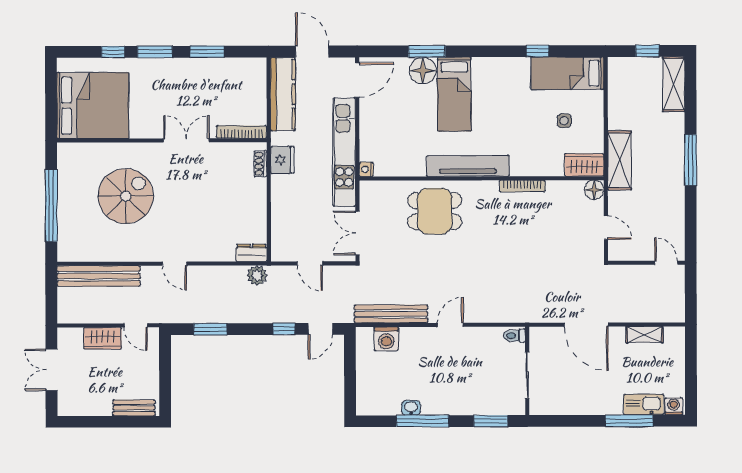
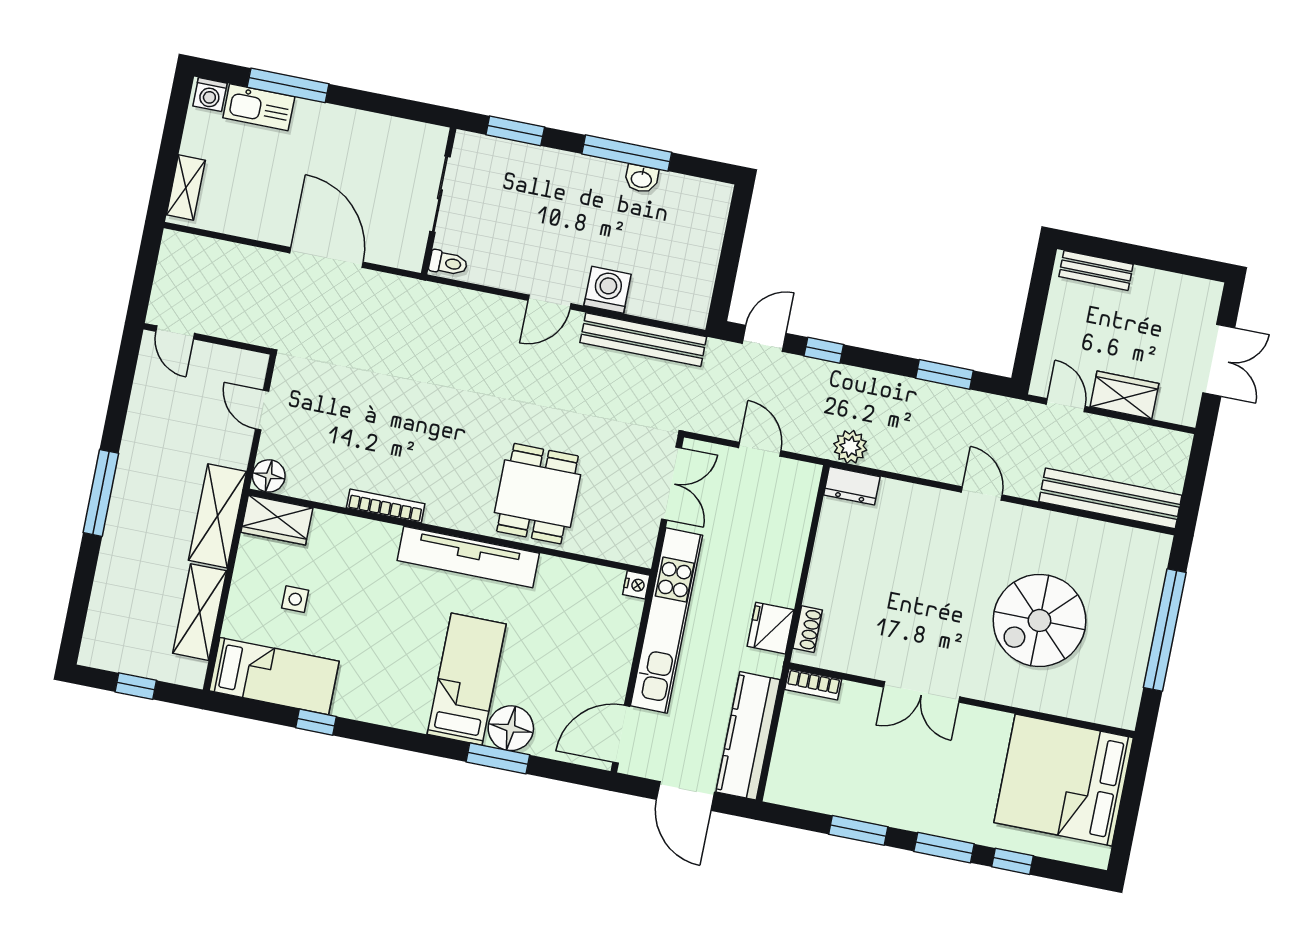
shelving: (674, 84) -> (200, 612), moved
bookcase: (242, 132) -> (813, 684), width x0.64
dining table: (435, 211) -> (537, 494), turned 90
shelving: (645, 335) -> (186, 188), moved, turned 90
washing machine: (386, 339) -> (608, 290), moved

